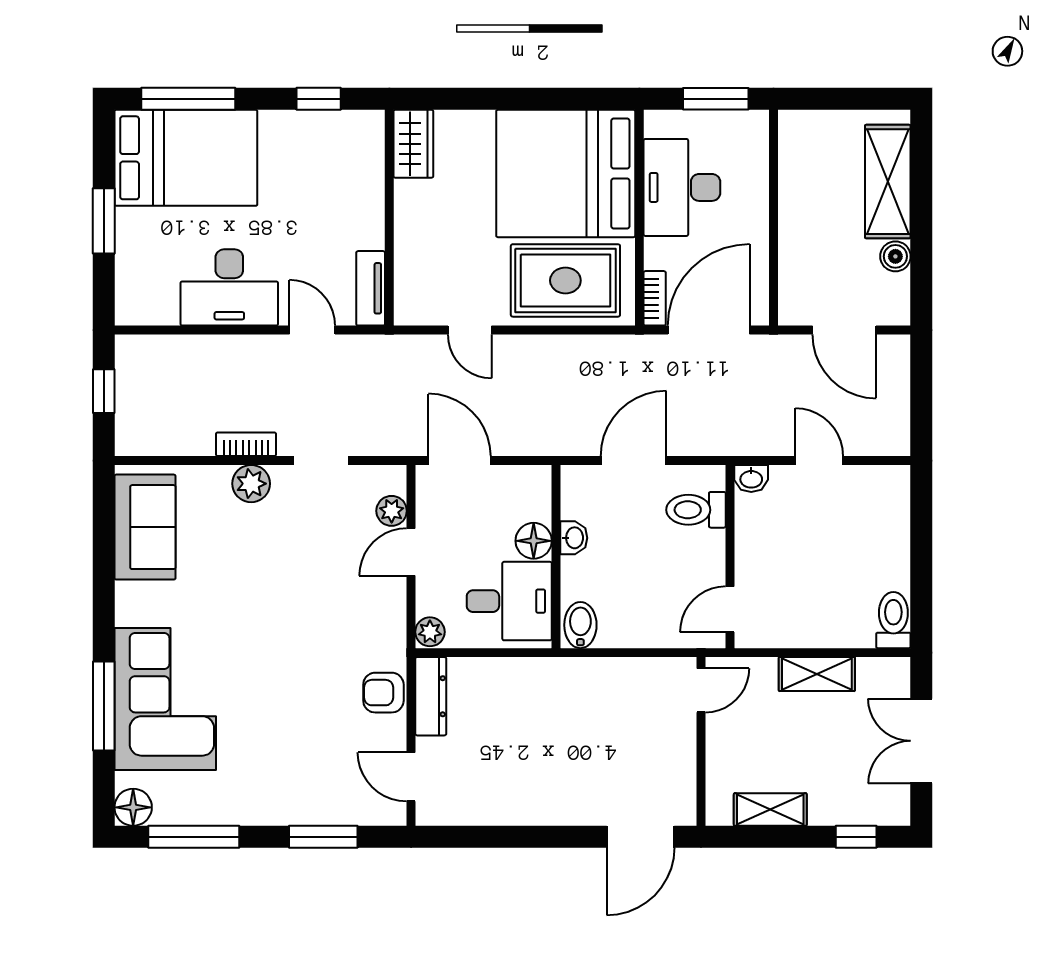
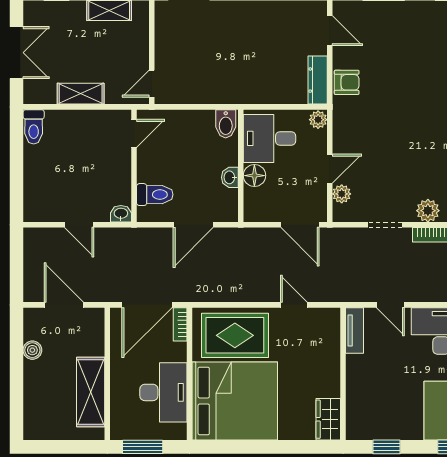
shelving: (888, 182) -> (91, 392), moved

